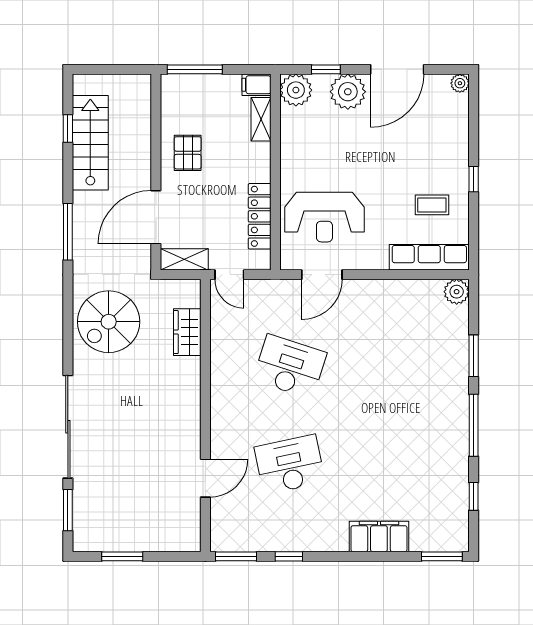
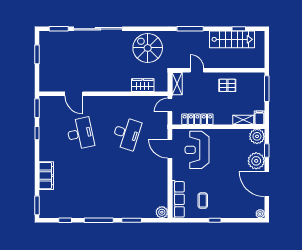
door: (156, 217) -> (197, 70), width x0.53

